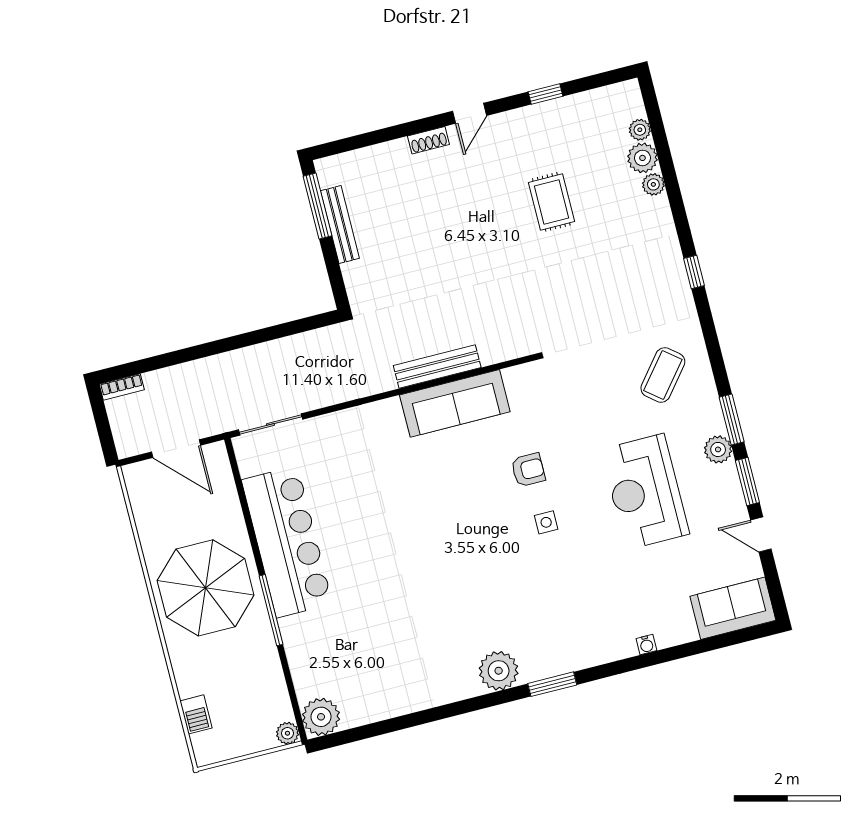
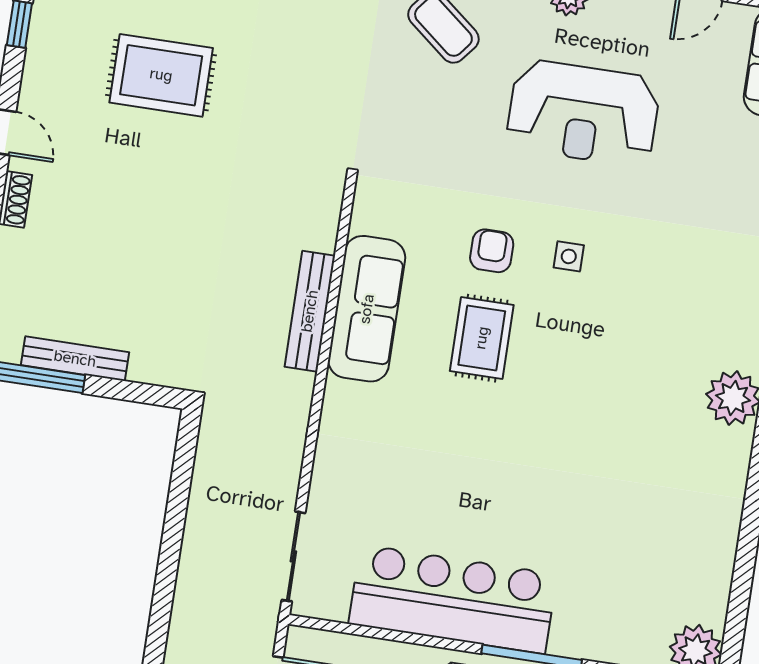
rug: (551, 202) -> (161, 75), width x1.36, depth x1.43
rug: (468, 488) -> (482, 338), added

